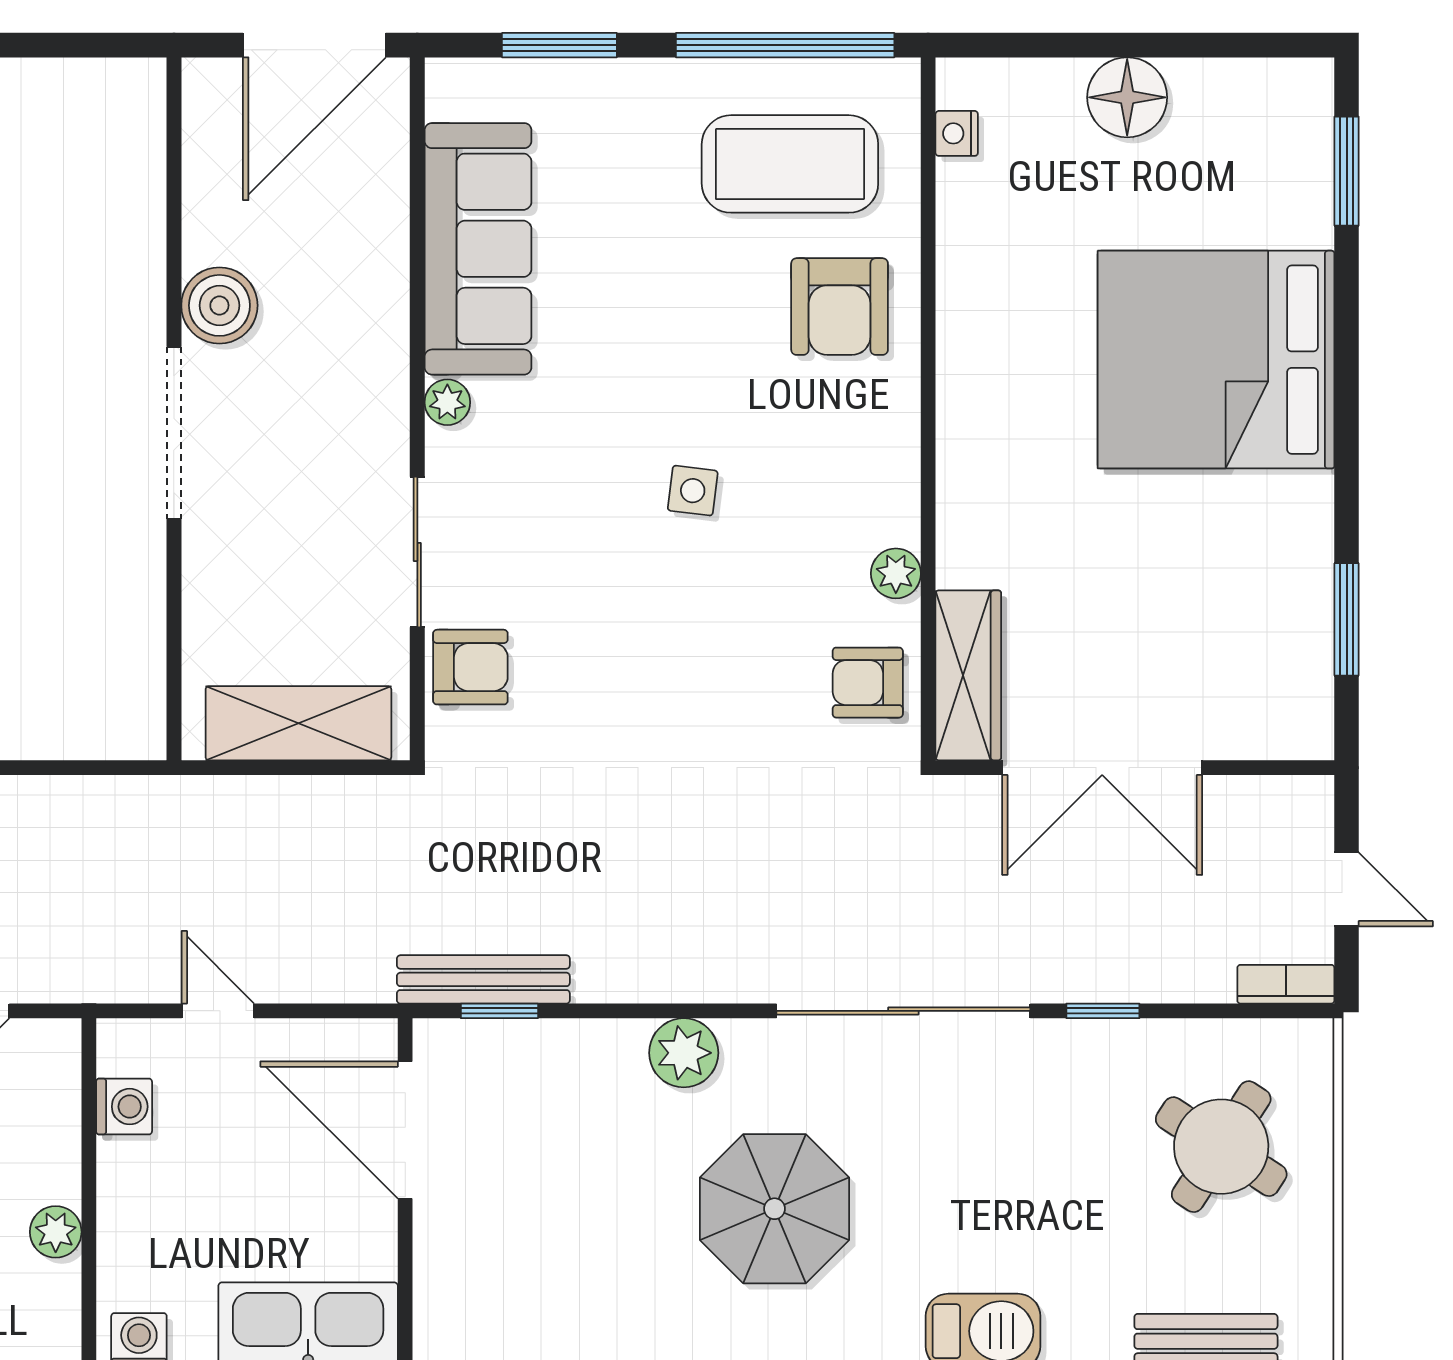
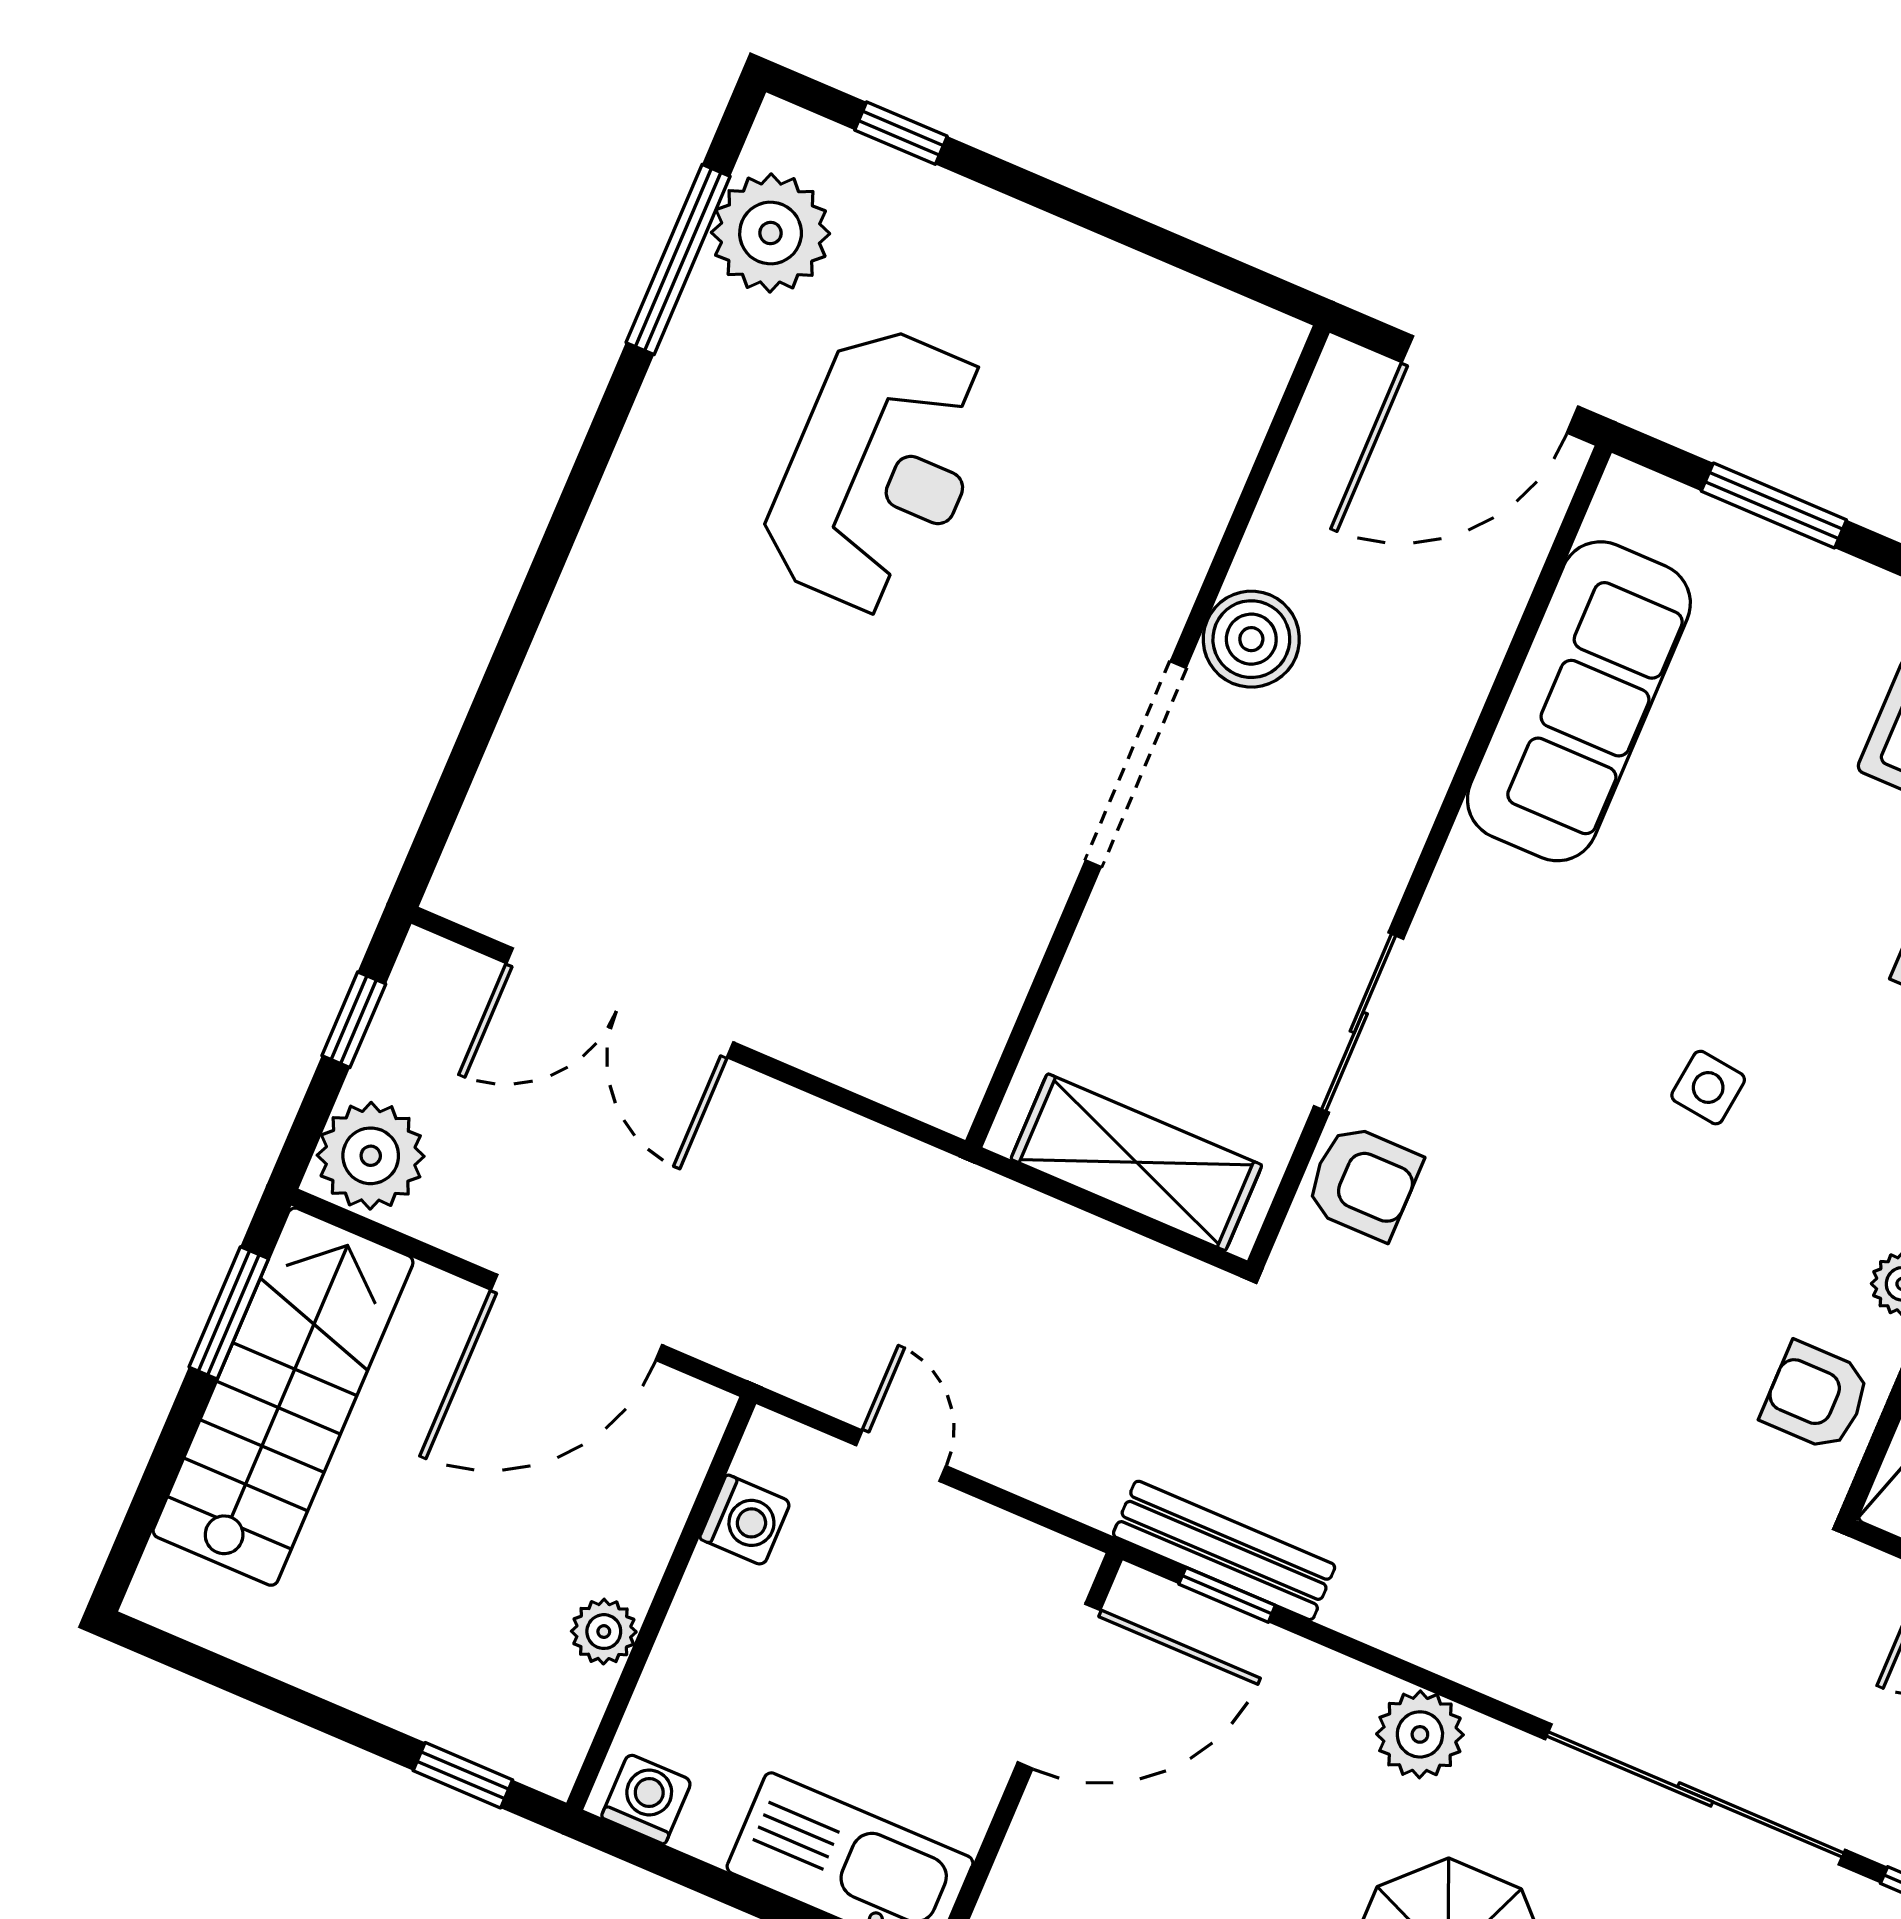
plant: (447, 402) -> (1468, 864), removed
door: (405, 1130) -> (1059, 1686), swing flipped

